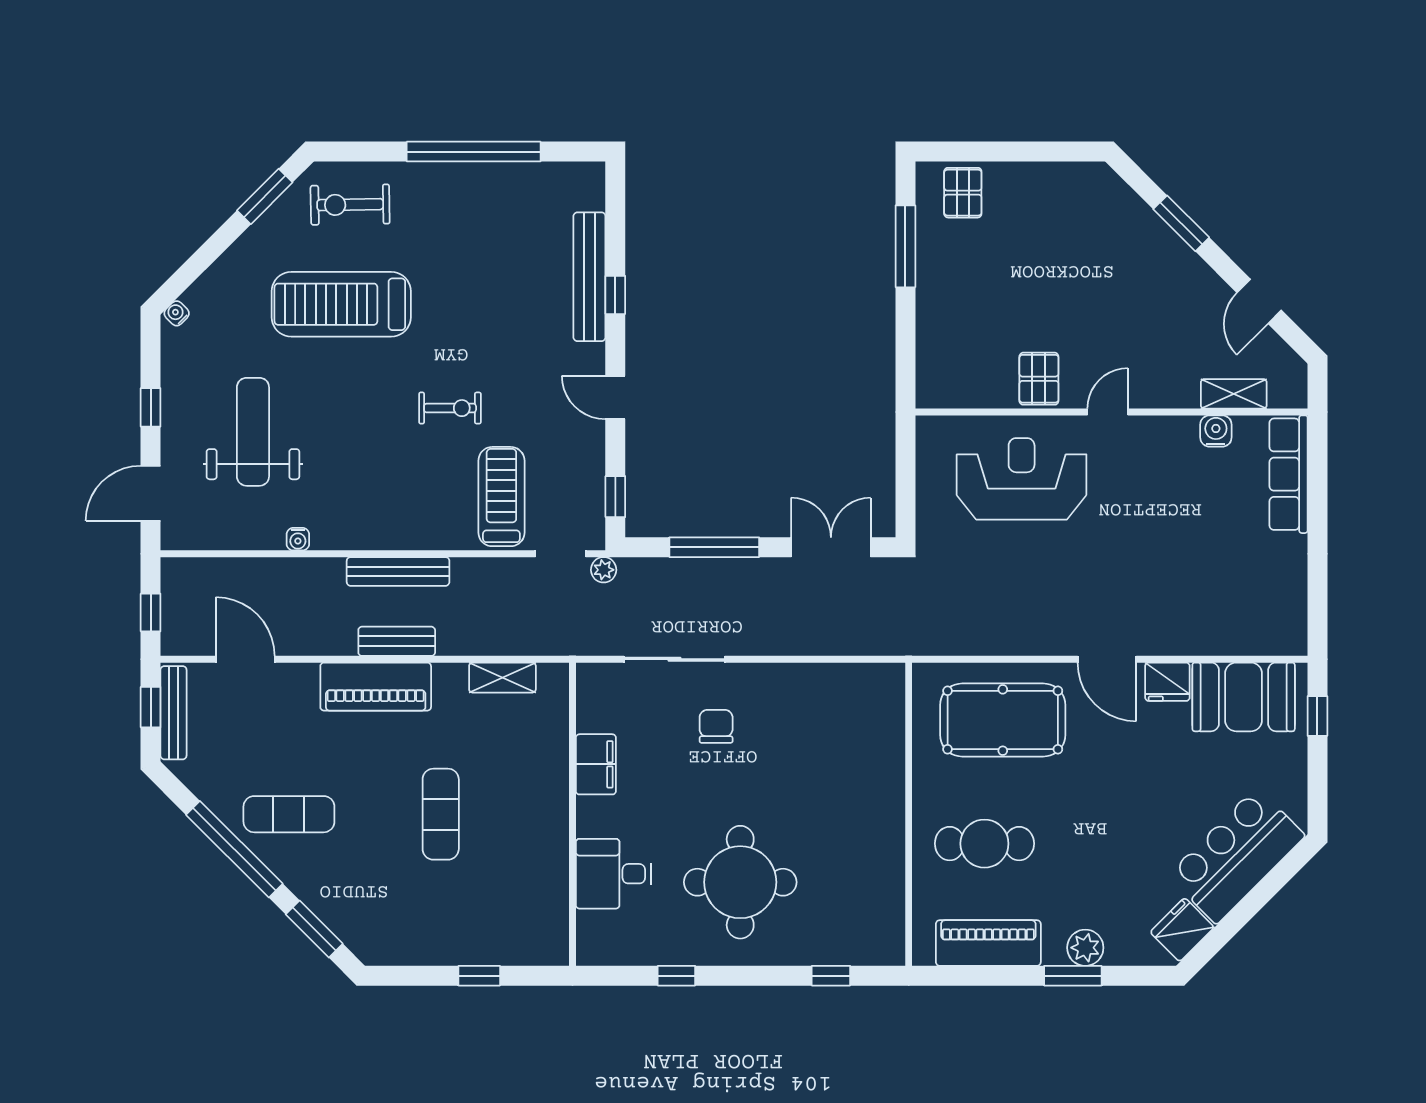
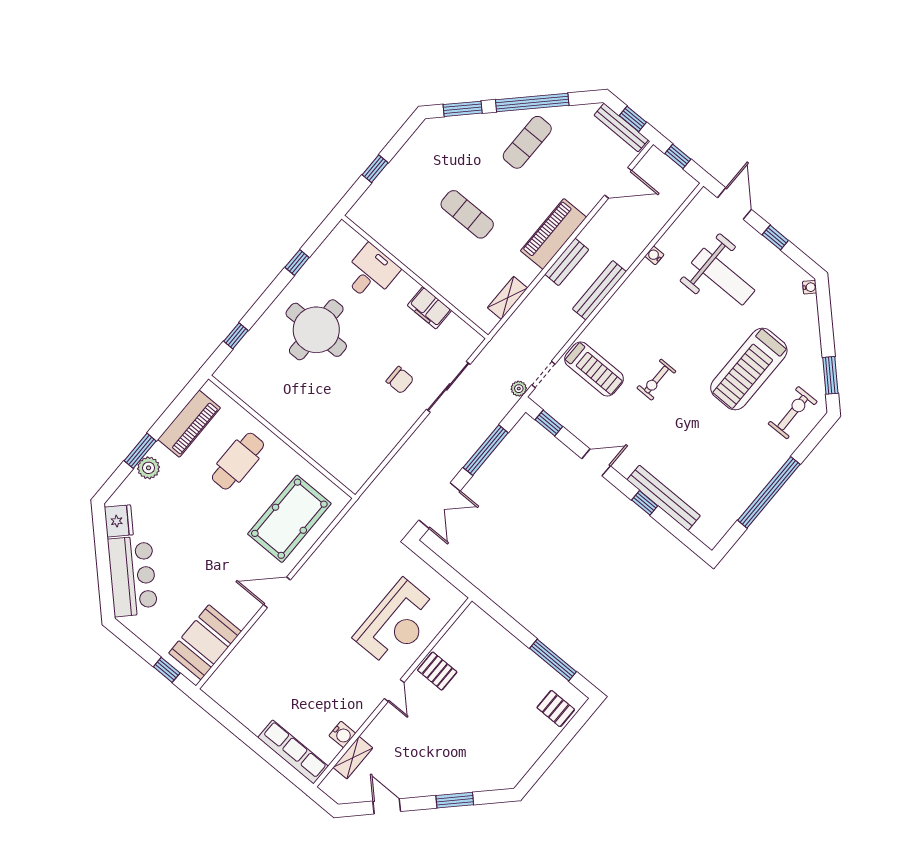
treadmill: (341, 304) -> (749, 369), turned 180
fridge: (1167, 682) -> (242, 612), removed

